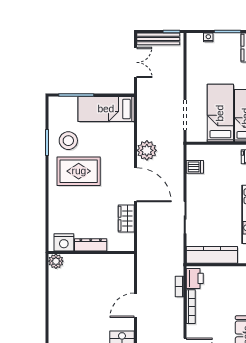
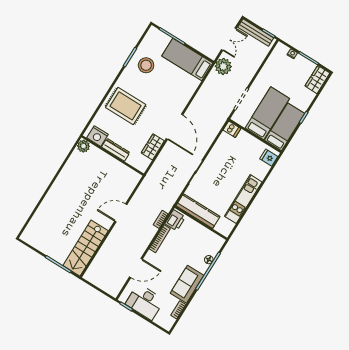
plant: (147, 150) -> (223, 66), moved
dishwasher: (195, 167) -> (232, 129), moved
rug: (79, 171) -> (126, 106), moved

